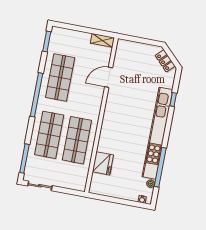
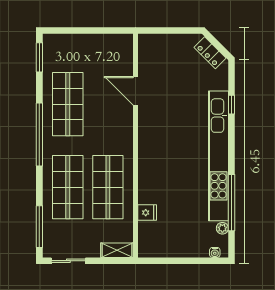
shelving: (102, 40) -> (117, 250), moved
door: (109, 77) -> (135, 91), hinge flipped
fridge: (103, 163) -> (147, 213), width x0.53, depth x0.75

